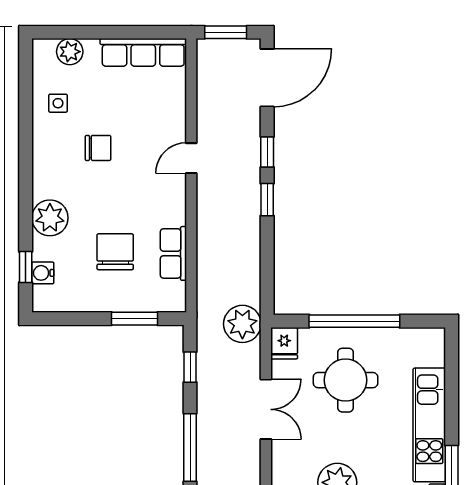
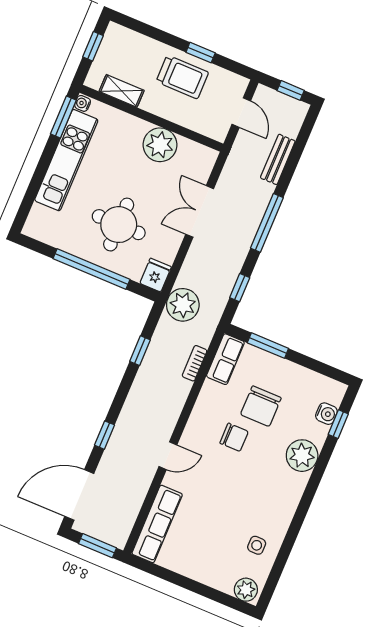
plant: (70, 52) -> (246, 590), moved
row of seats: (143, 52) -> (157, 524), moved, turned 90
chair: (98, 148) -> (234, 437), moved, turned 180
window: (267, 200) -> (140, 351), moved
row of seats: (173, 253) -> (225, 359), moved
bookcase: (204, 268) -> (195, 363), added
double door: (266, 409) -> (200, 211), moved

